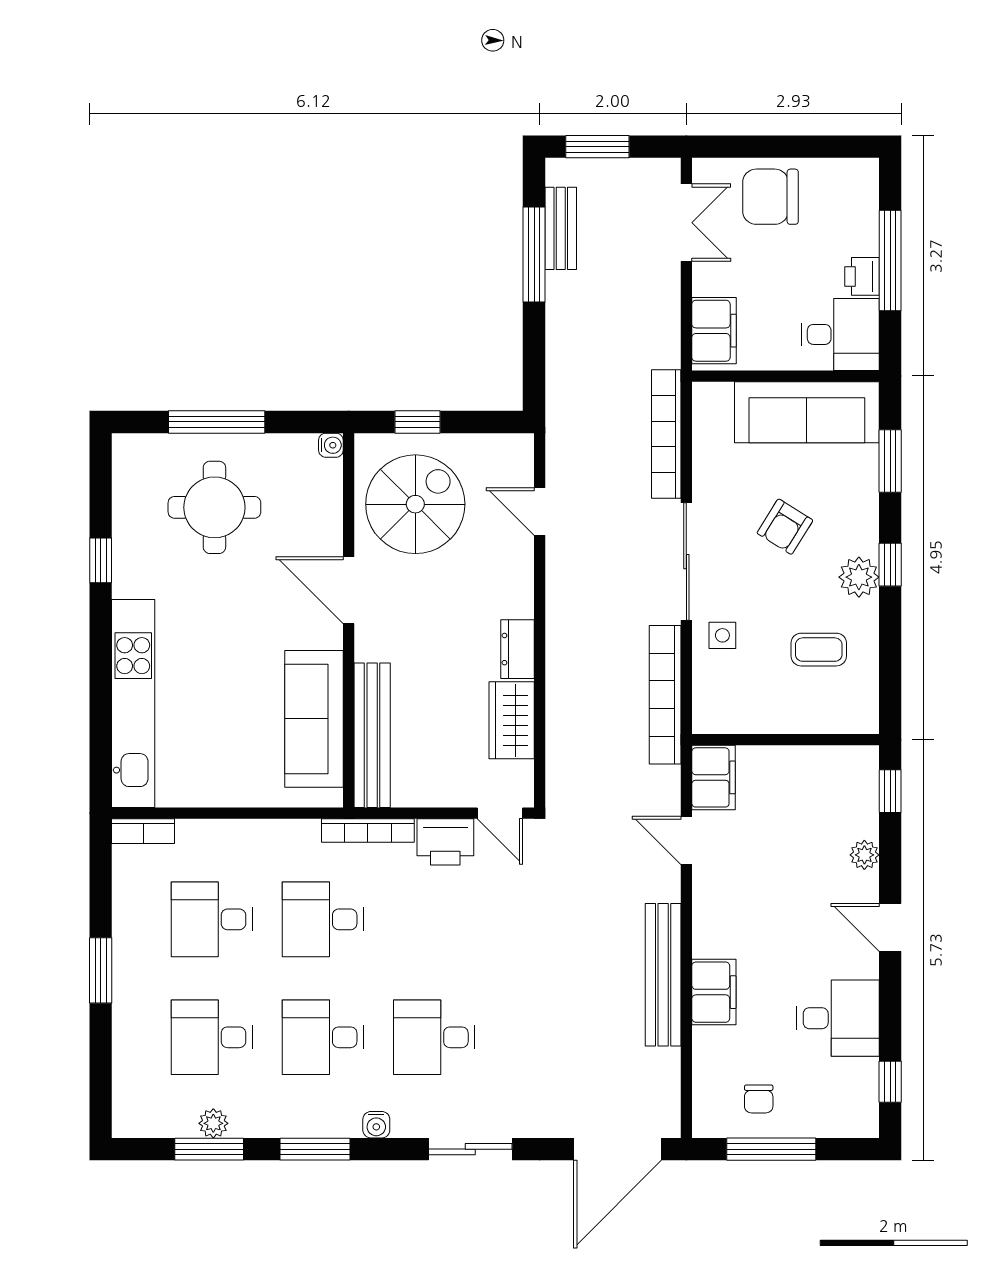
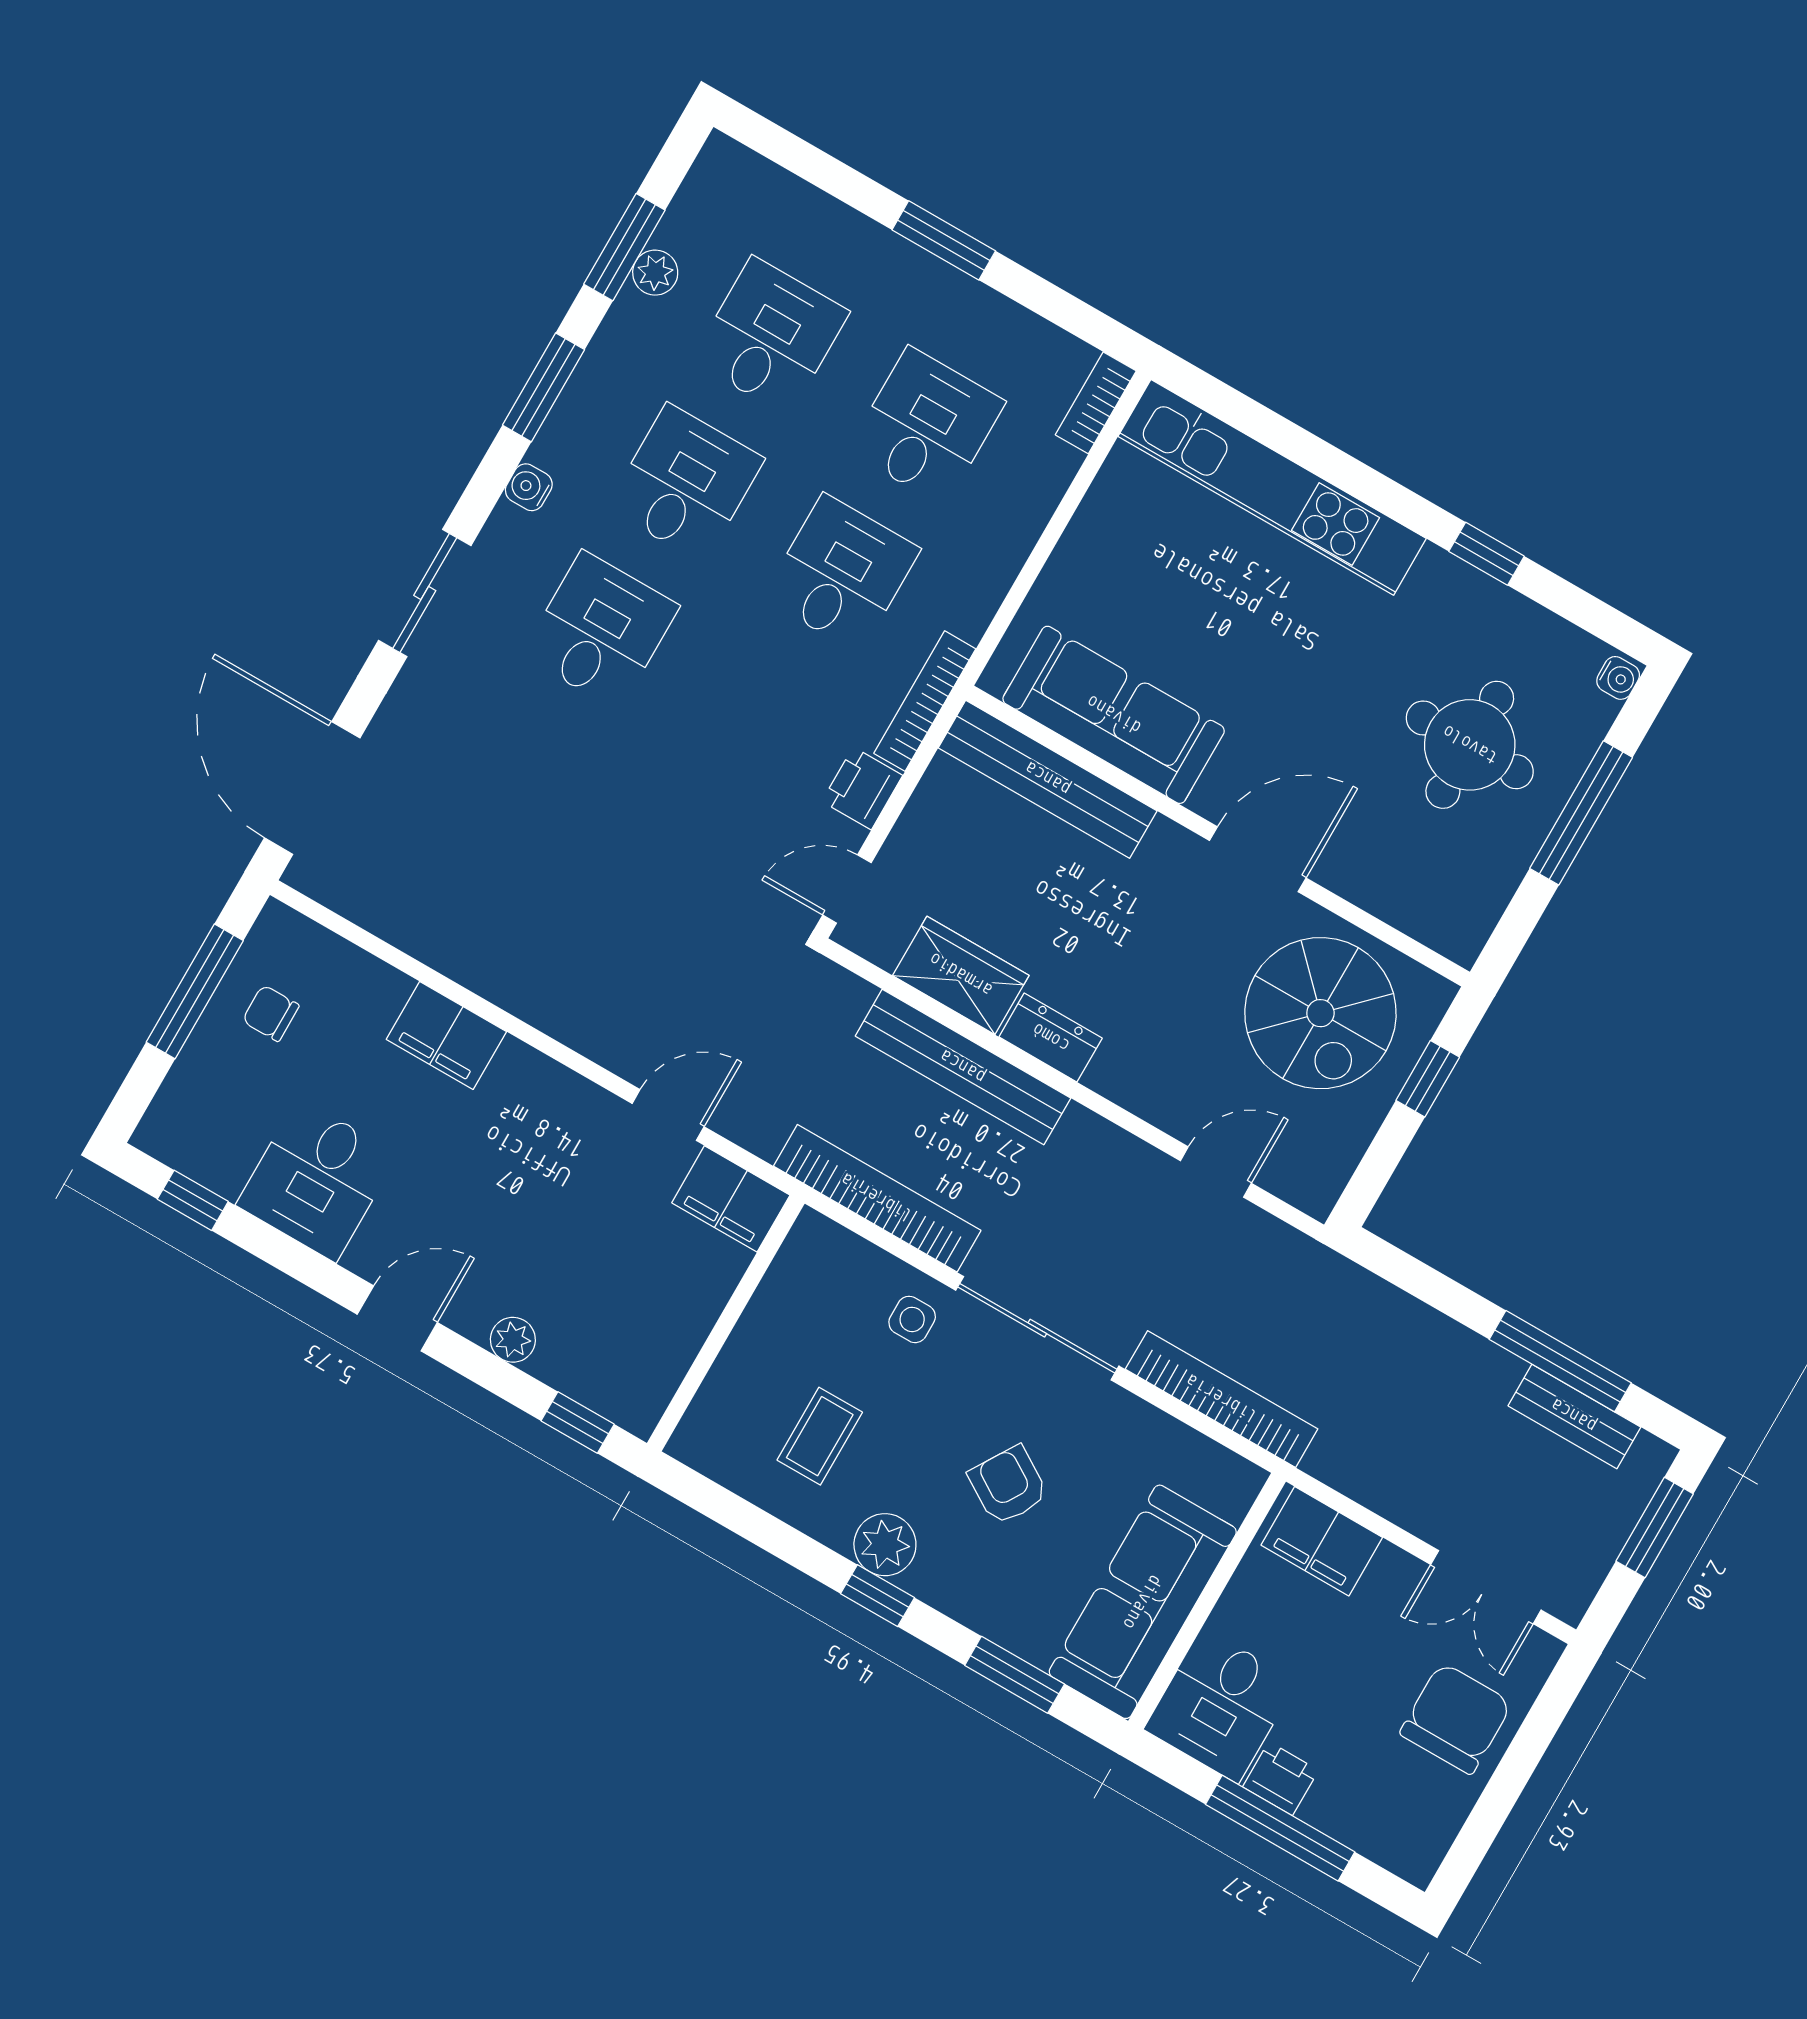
water cooler: (331, 445) -> (1618, 678), moved, turned -90
printer: (445, 842) -> (862, 788), width x0.73, depth x0.81
bench: (663, 975) -> (963, 1067), moved

